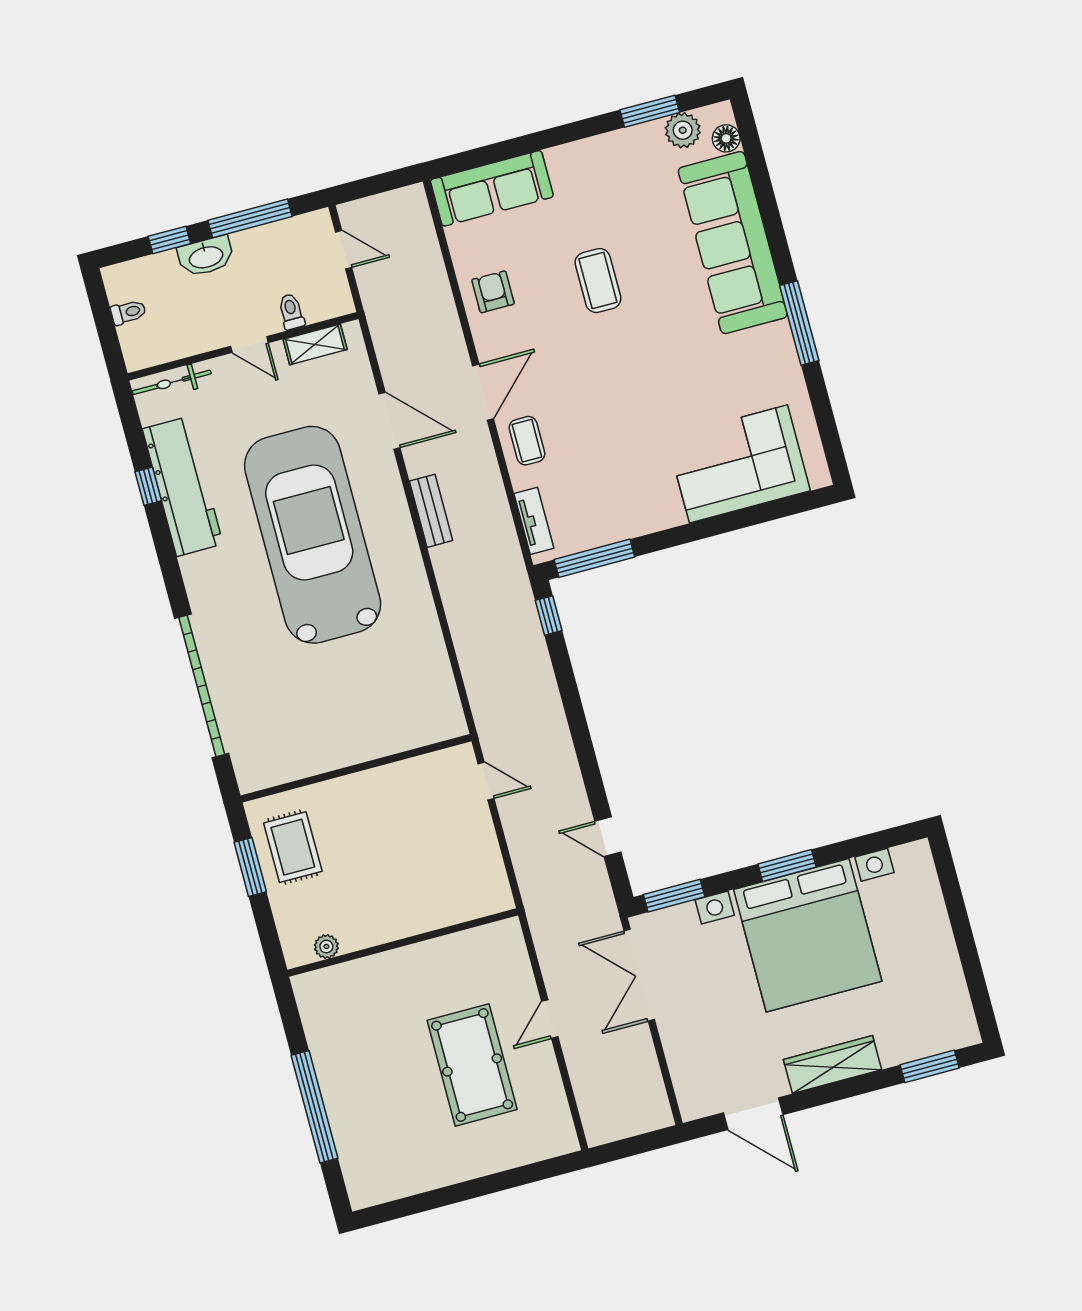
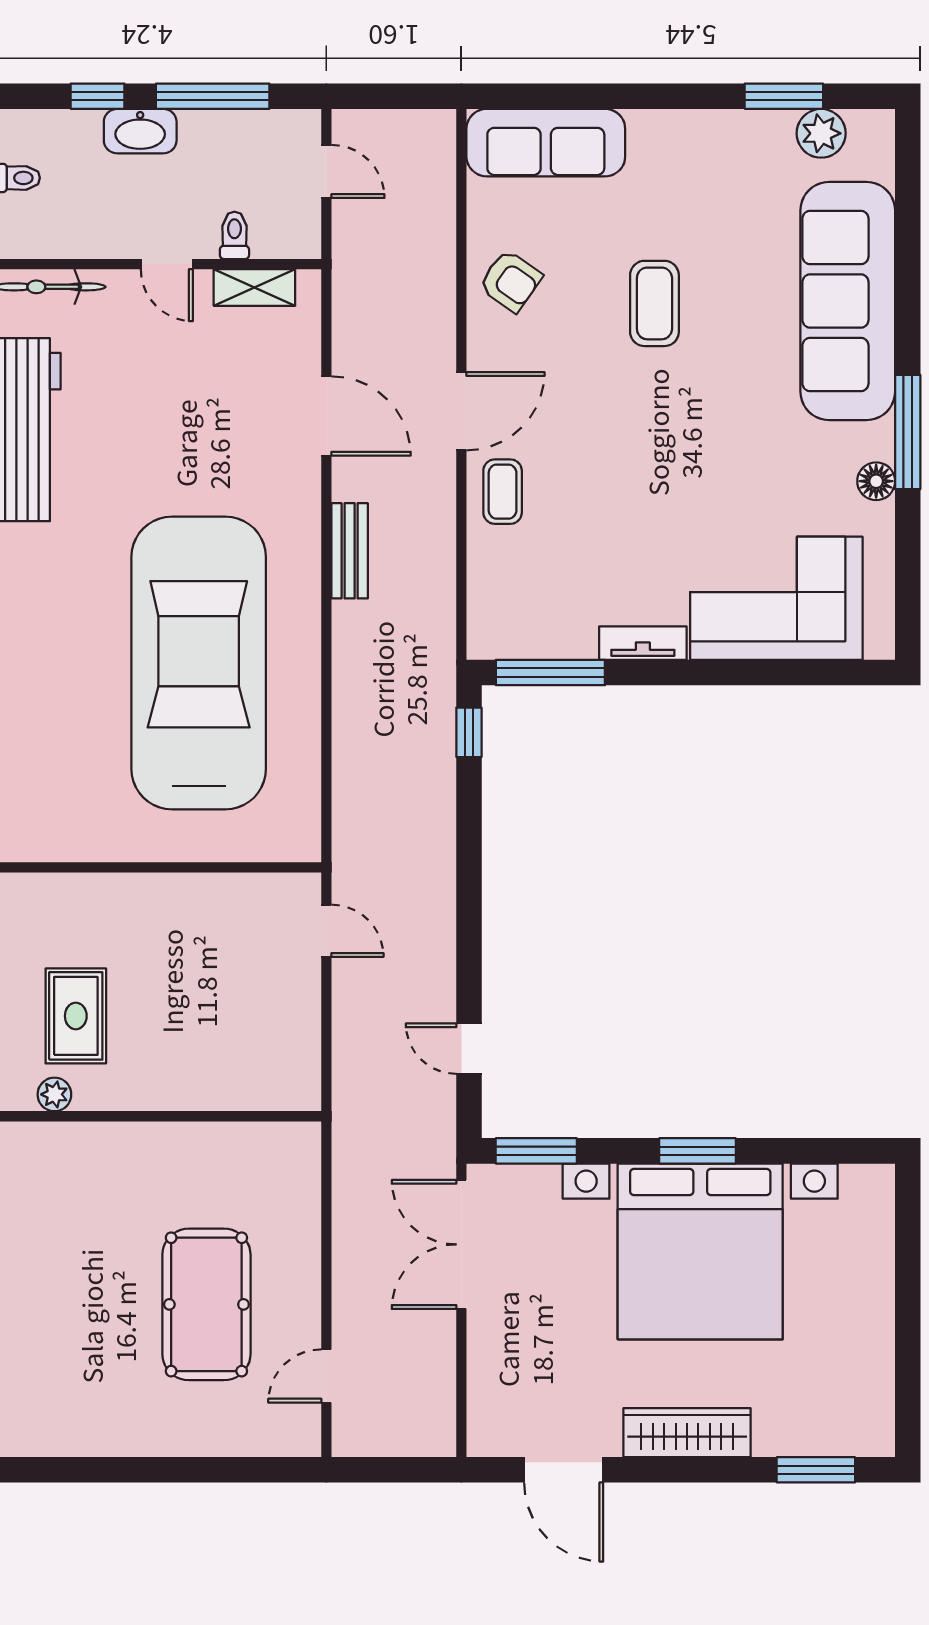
floor lamp: (726, 138) -> (876, 481), moved
armchair: (493, 292) -> (510, 281), turned 125
tv unit: (534, 521) -> (643, 643), moved, turned -90
car: (313, 535) -> (199, 663), moved
rug: (293, 847) -> (76, 1016), moved
door: (550, 1019) -> (326, 1376), moved

